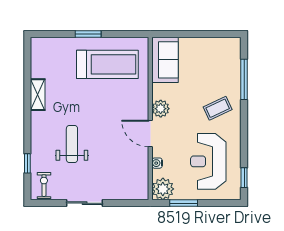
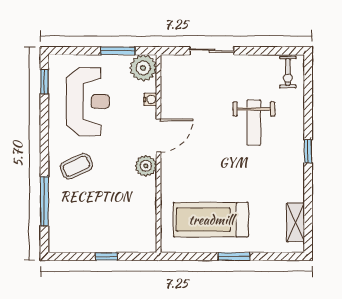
window: (193, 34) -> (106, 256), added
sofa: (165, 60) -> (141, 225), removed
shelving: (38, 95) -> (295, 222), moved
door: (150, 134) -> (158, 135), hinge flipped
window: (27, 163) -> (308, 151), moved
sliding door: (85, 203) -> (212, 51), moved

